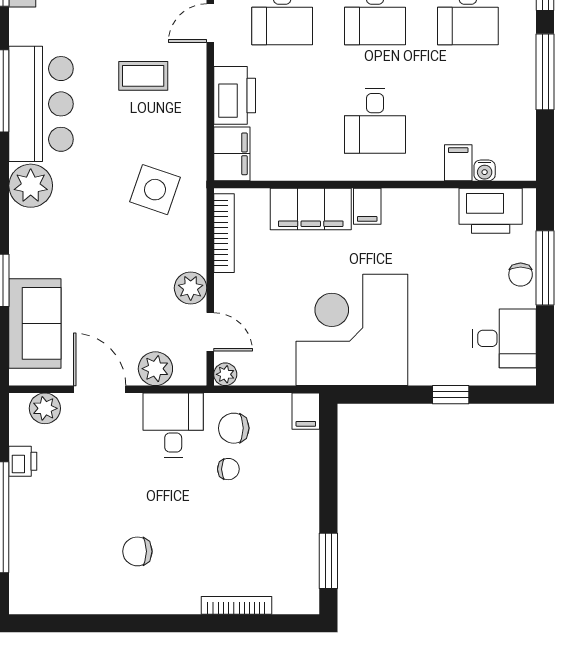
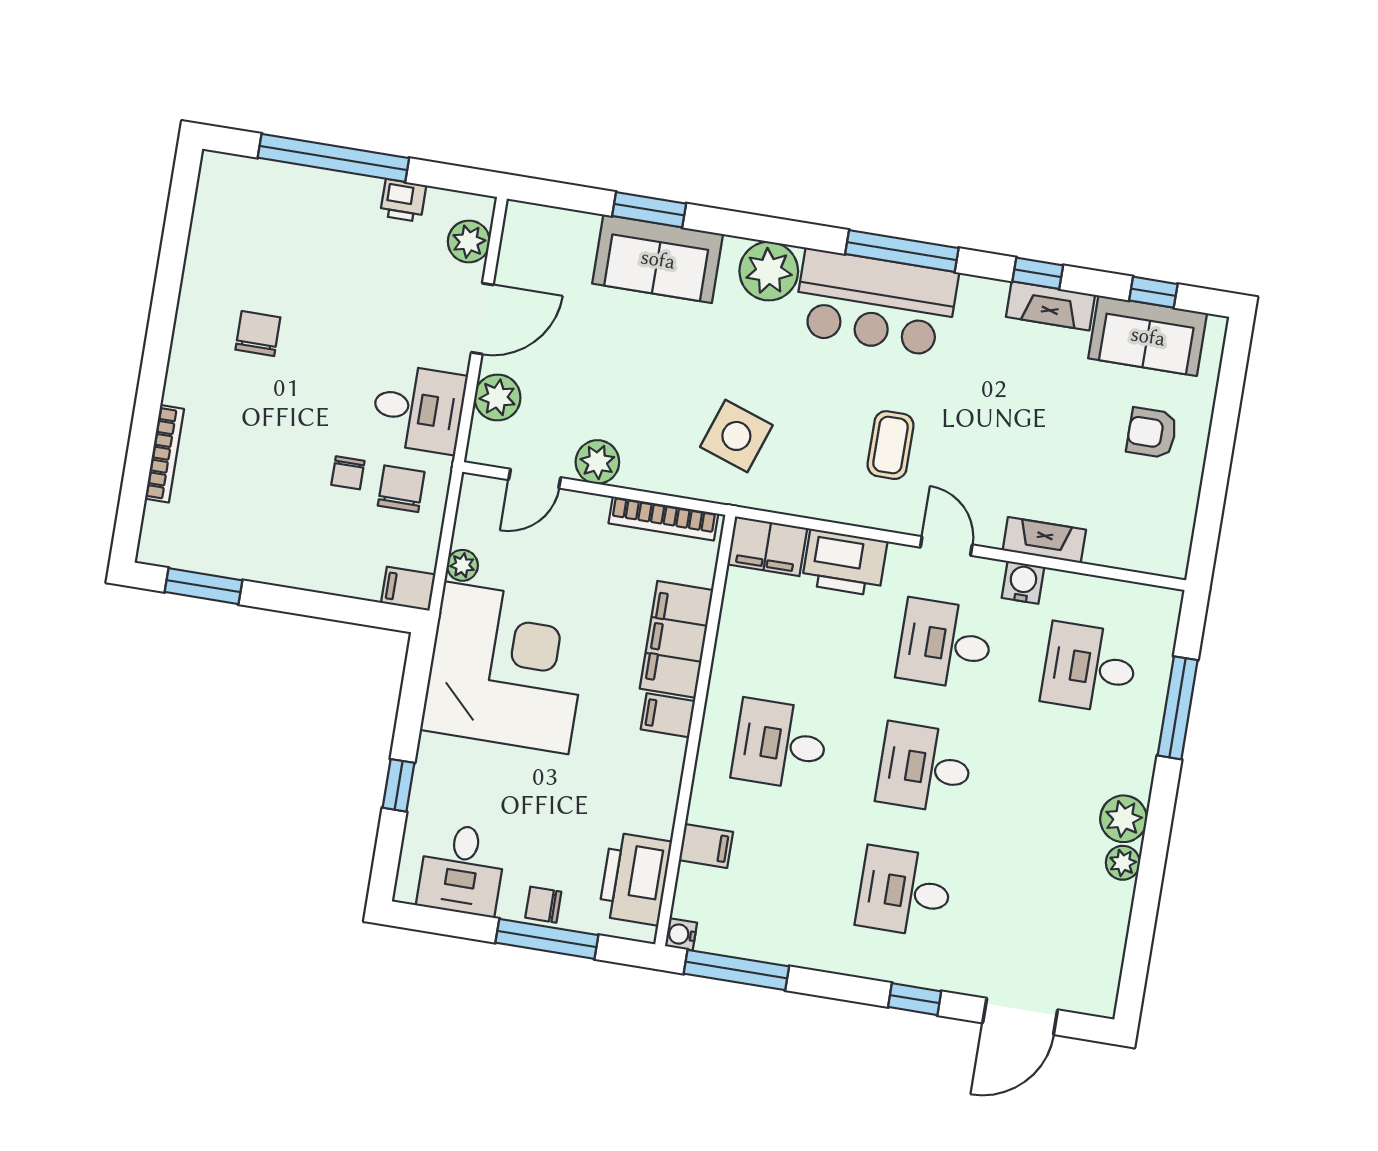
window: (545, 72) -> (736, 970), moved
water cooler: (485, 170) -> (681, 934), moved
sofa: (35, 323) -> (658, 259), moved
plant: (225, 374) -> (462, 565), moved

